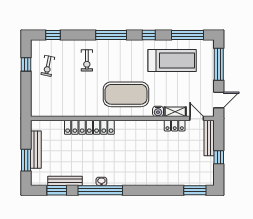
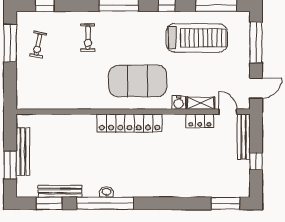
window: (26, 64) -> (10, 43), width x2.17
locker: (89, 127) -> (130, 123), moved

